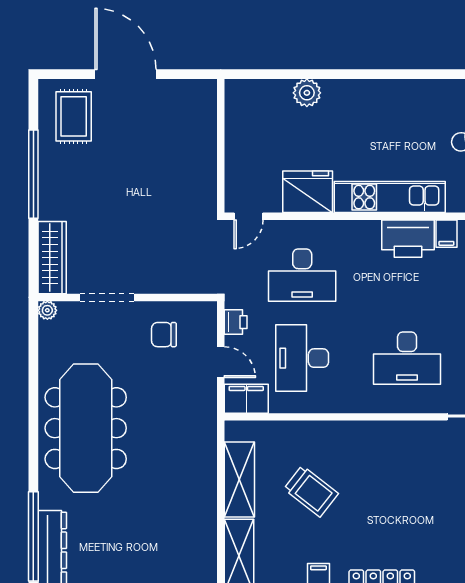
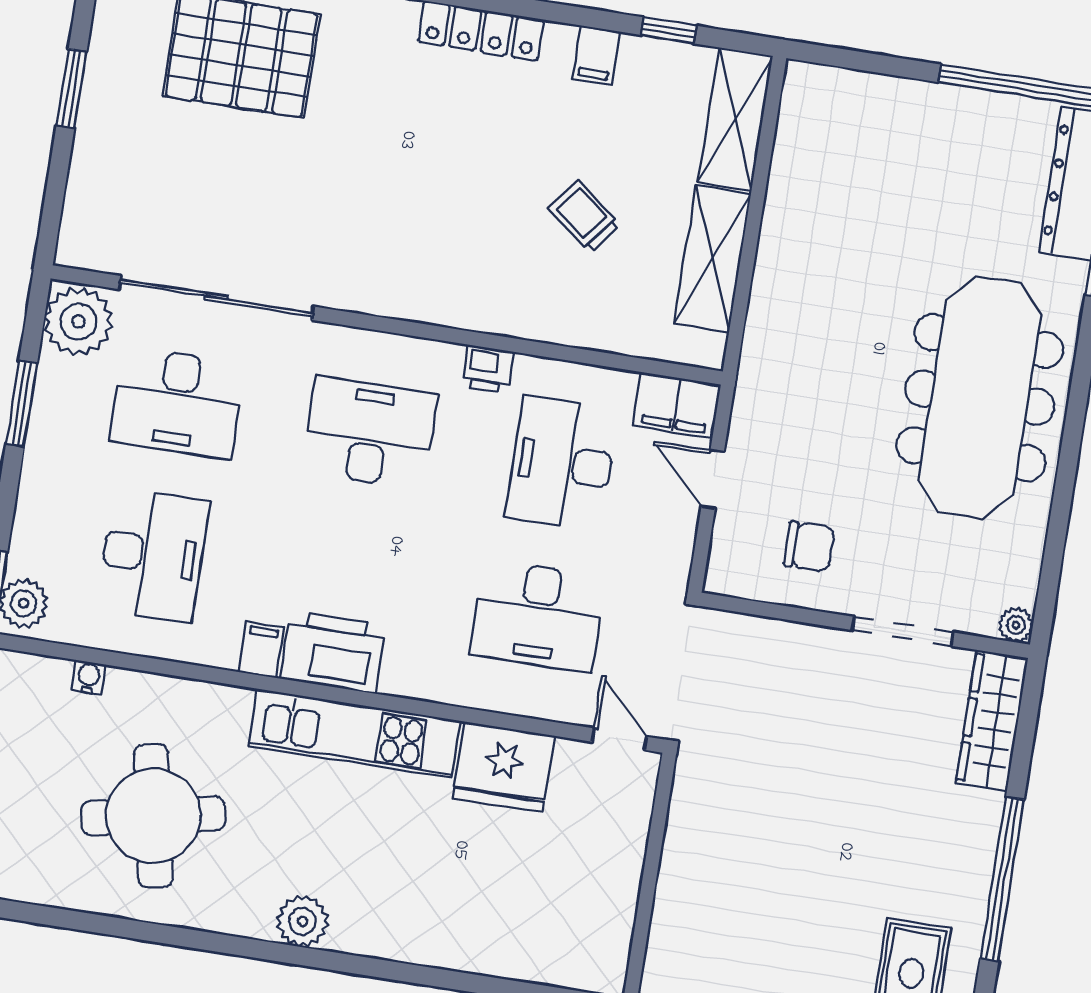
plant: (307, 93) -> (303, 921), moved
door: (249, 216) -> (619, 739), hinge flipped
desk: (302, 275) -> (538, 616), turned 180
printer: (236, 322) -> (487, 369), moved, turned -90
desk: (302, 358) -> (562, 463), turned 180
trolley: (311, 491) -> (584, 216), width x0.73, depth x0.72

